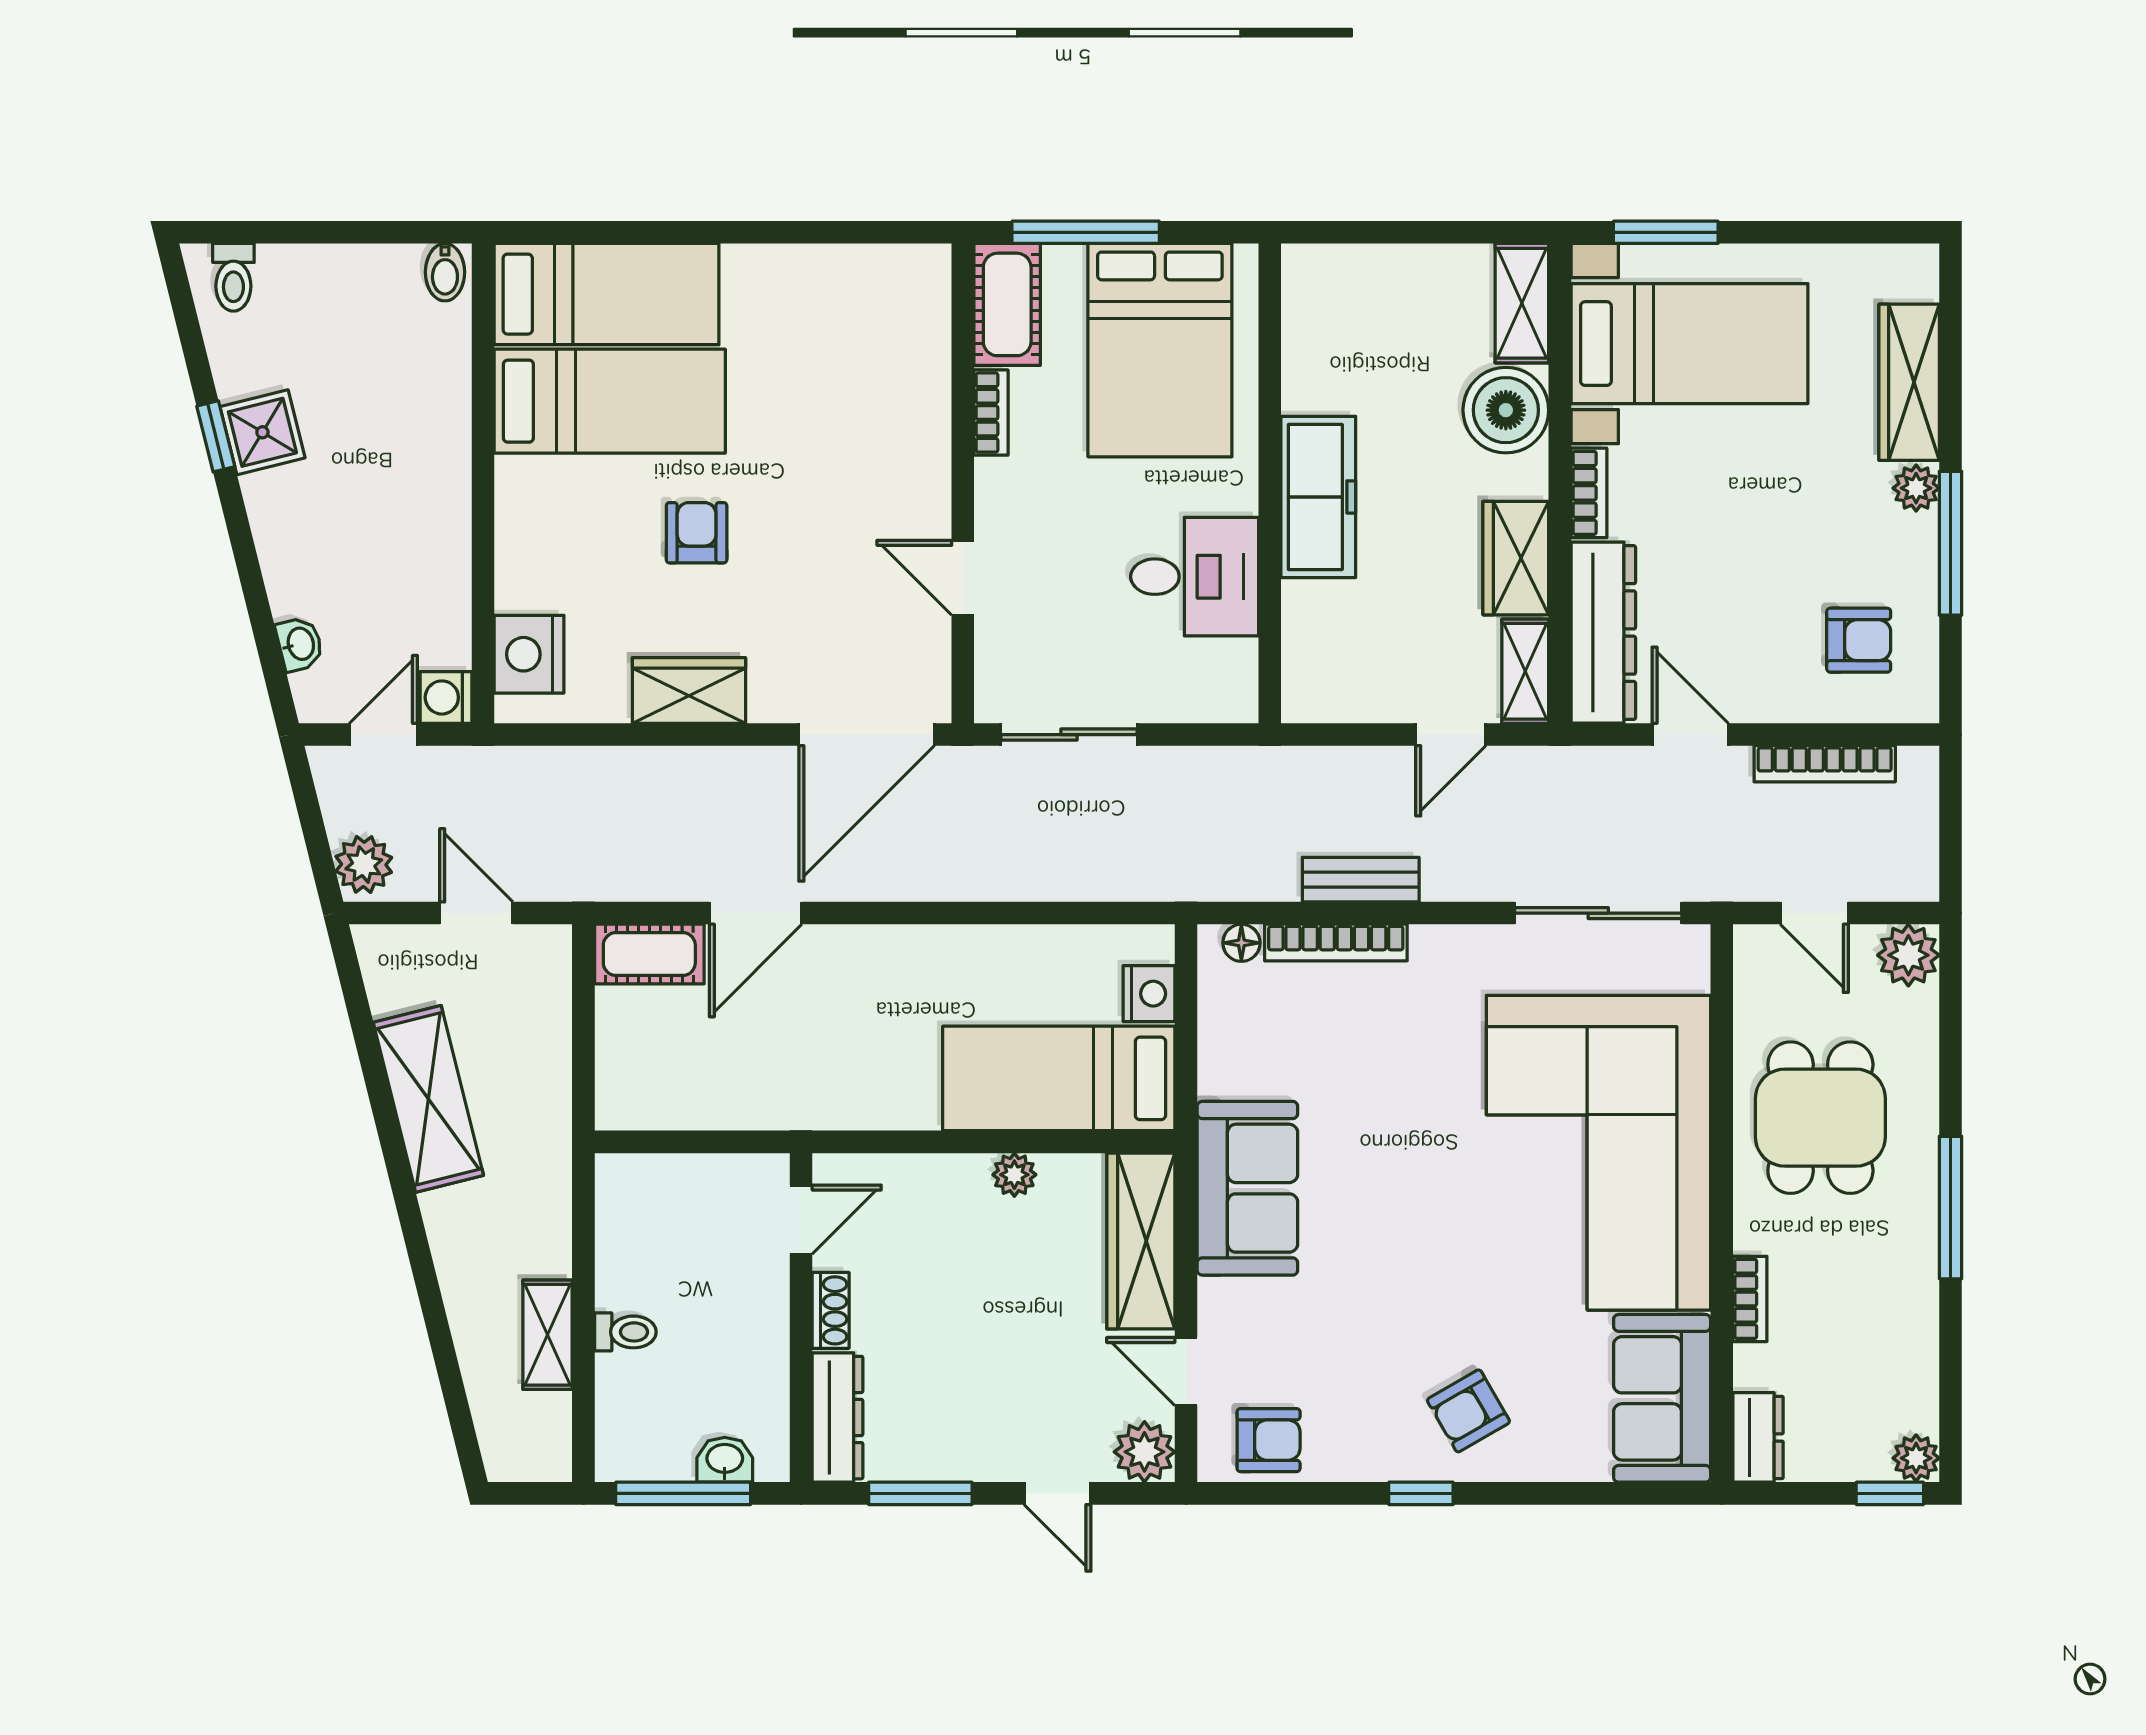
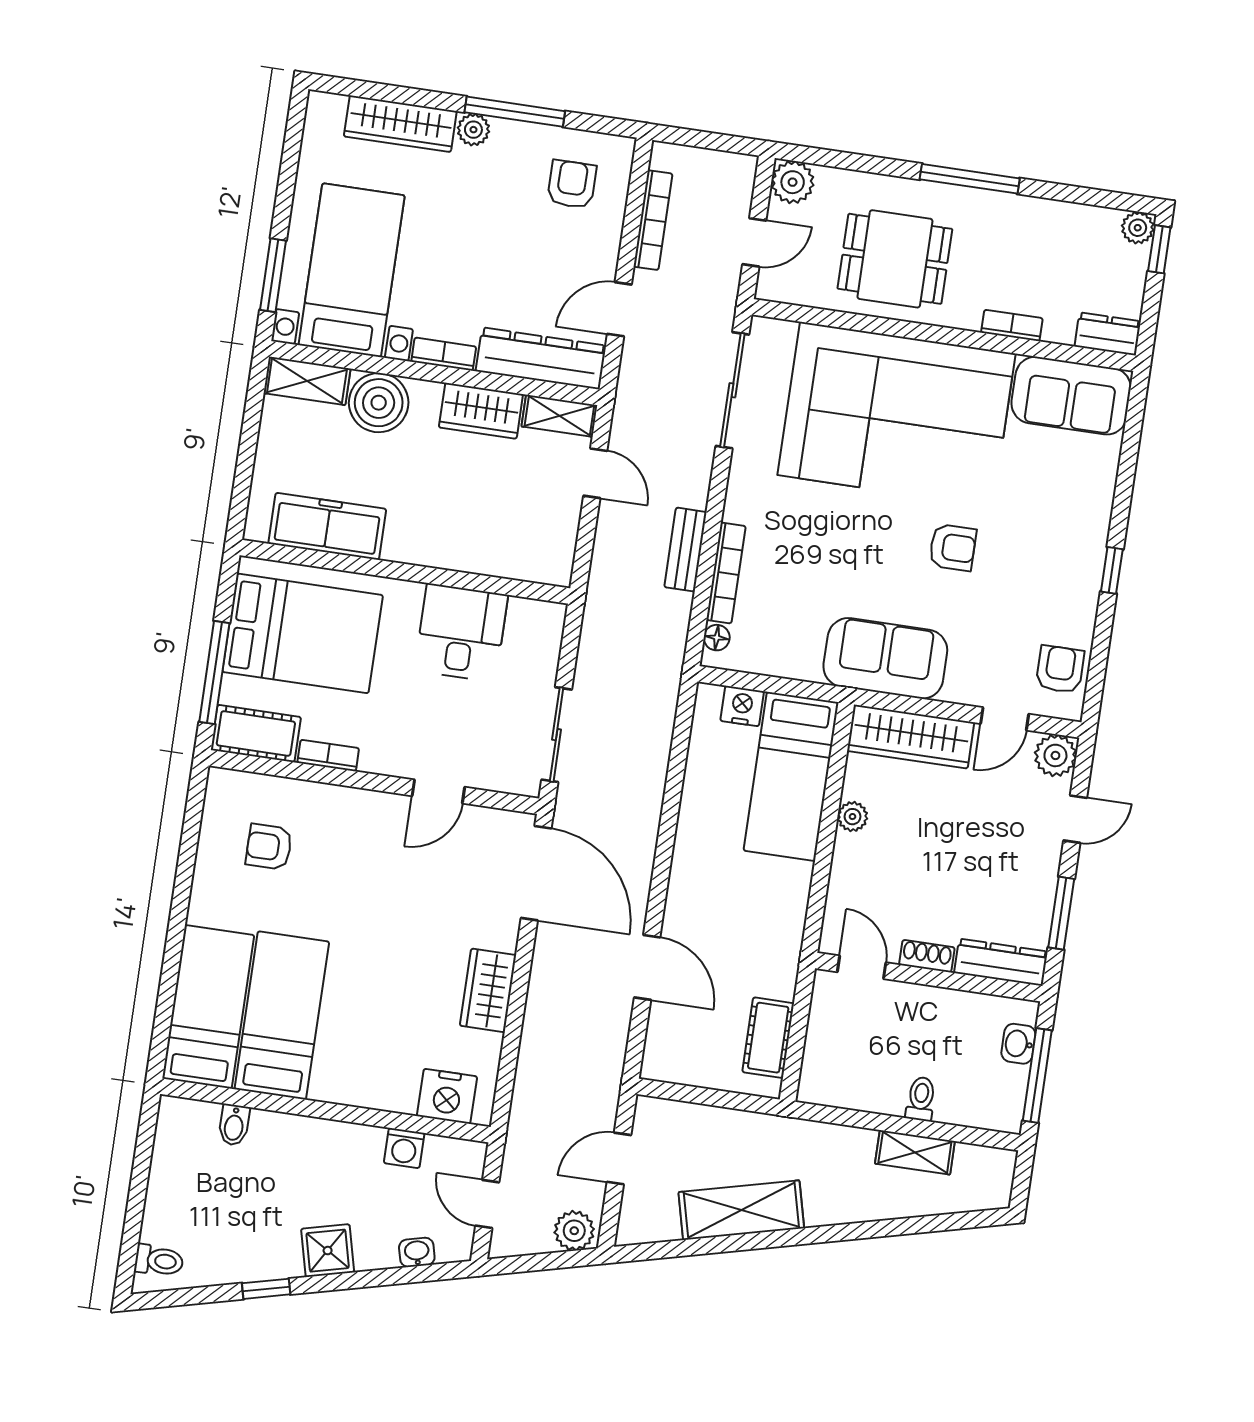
bidet: (445, 272) -> (234, 1125), moved, turned 90
shower: (262, 432) -> (328, 1251), moved
freezer: (1318, 497) -> (327, 526), moved
armchair: (697, 533) -> (269, 847), moved
washing machine: (446, 697) -> (404, 1148), moved
cot: (649, 954) -> (768, 1038), moved
armchair: (1468, 1411) -> (953, 547), moved, turned -60

